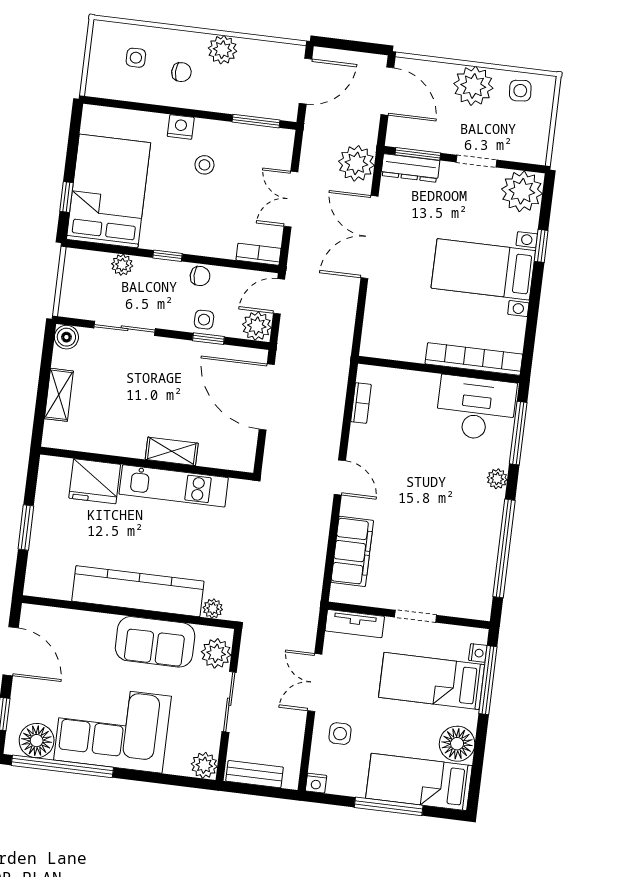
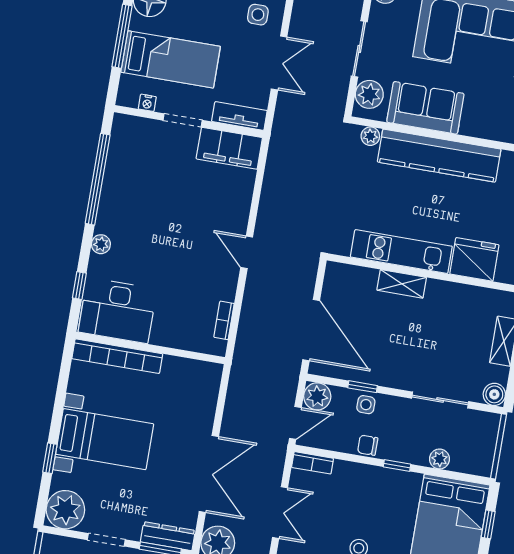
window: (518, 433) -> (79, 286), width x0.46
filing cabinet: (352, 551) -> (229, 148), moved, turned -90
nightstand: (478, 653) -> (147, 103), moved, turned -90
window: (488, 680) -> (122, 36), moved

